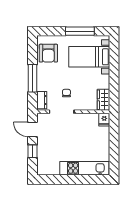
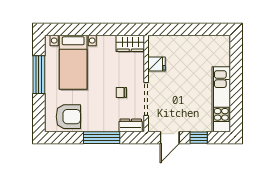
fridge: (104, 120) -> (157, 64), moved
kitchen unit: (84, 168) -> (221, 99), moved

